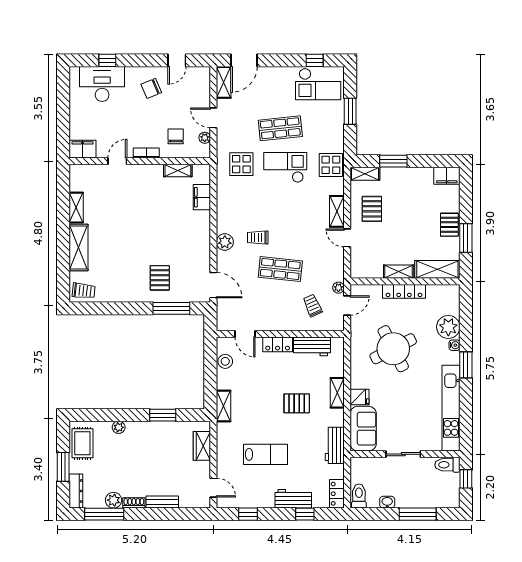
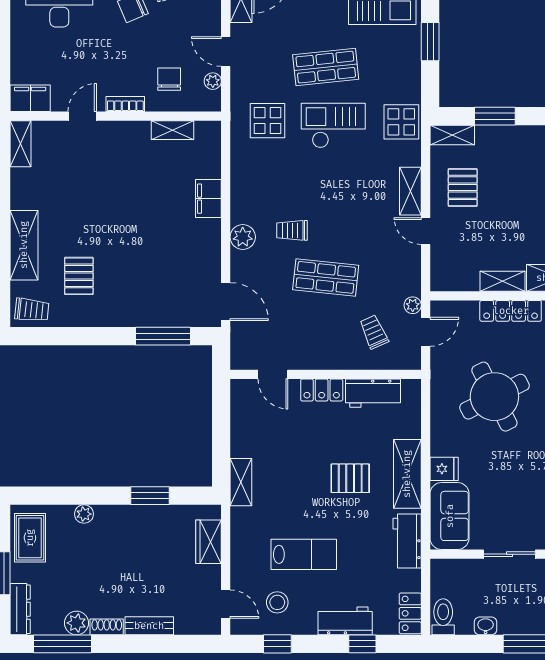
filing cabinet: (202, 197) -> (208, 199), moved
shelving: (76, 208) -> (20, 144), moved
pallet: (160, 278) -> (79, 276), moved
stool: (225, 361) -> (277, 602), moved
shelving: (337, 393) -> (407, 474), width x1.50, depth x1.33

